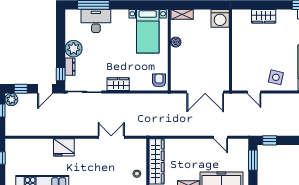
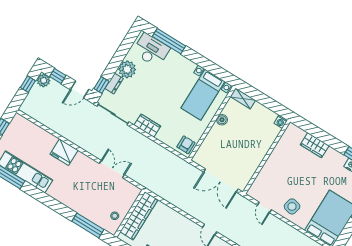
washing machine: (220, 18) -> (281, 122), width x0.53, depth x0.53
desk: (96, 21) -> (151, 50), moved

